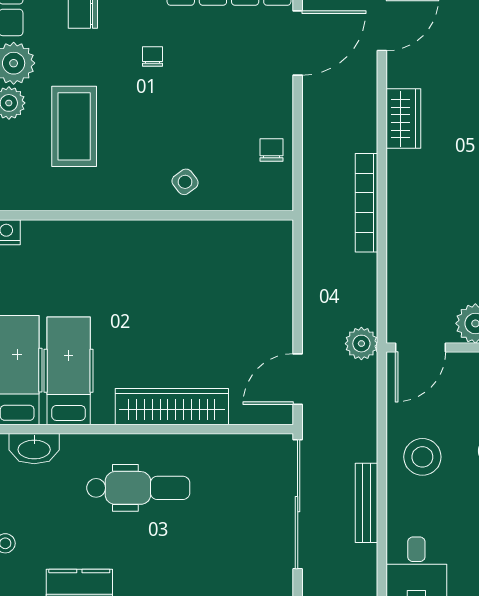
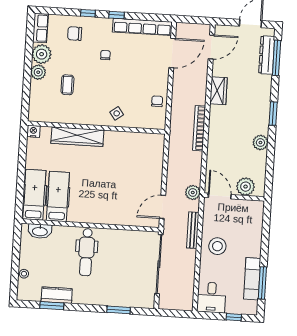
coffee table: (74, 126) -> (67, 85), width x0.54, depth x0.58
door: (420, 348) -> (220, 196), swing flipped
wardrobe: (172, 407) -> (77, 137), moved, turned 180
dental chair: (138, 488) -> (86, 252), turned 90
bench: (367, 503) -> (193, 230), moved

